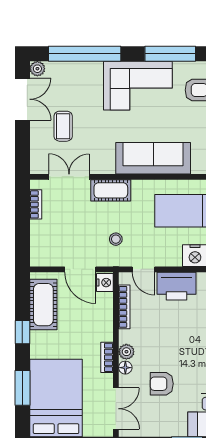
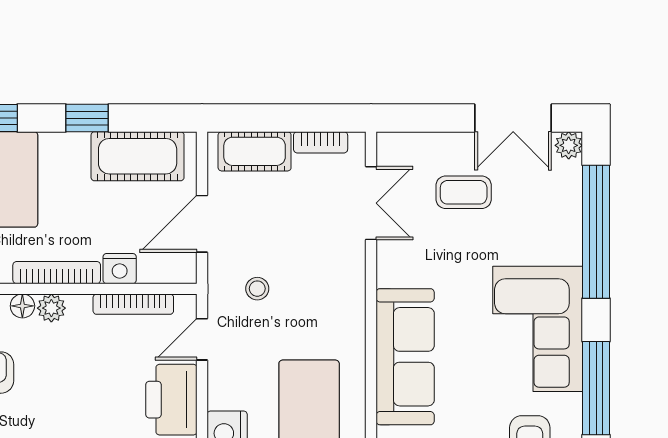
cot: (111, 190) -> (255, 151), moved, turned 90
nightstand: (105, 283) -> (120, 269), moved
bookcase: (107, 357) -> (57, 273), width x1.56

